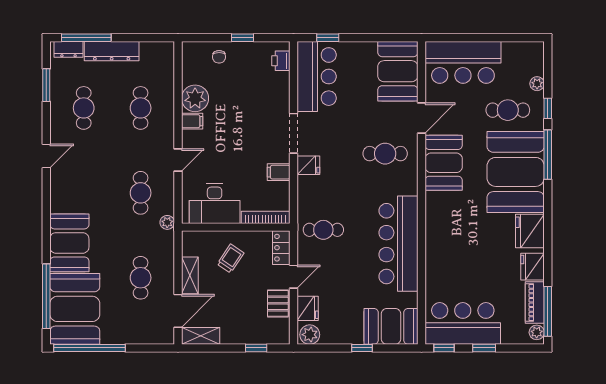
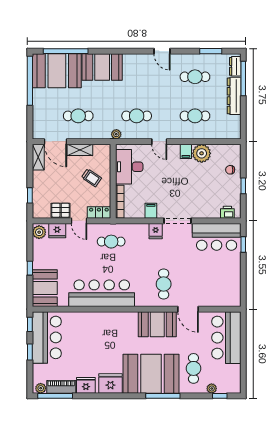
booth: (398, 71) -> (220, 293), removed
window: (548, 108) -> (220, 396), moved
cafe table: (323, 230) -> (111, 242), turned 90

